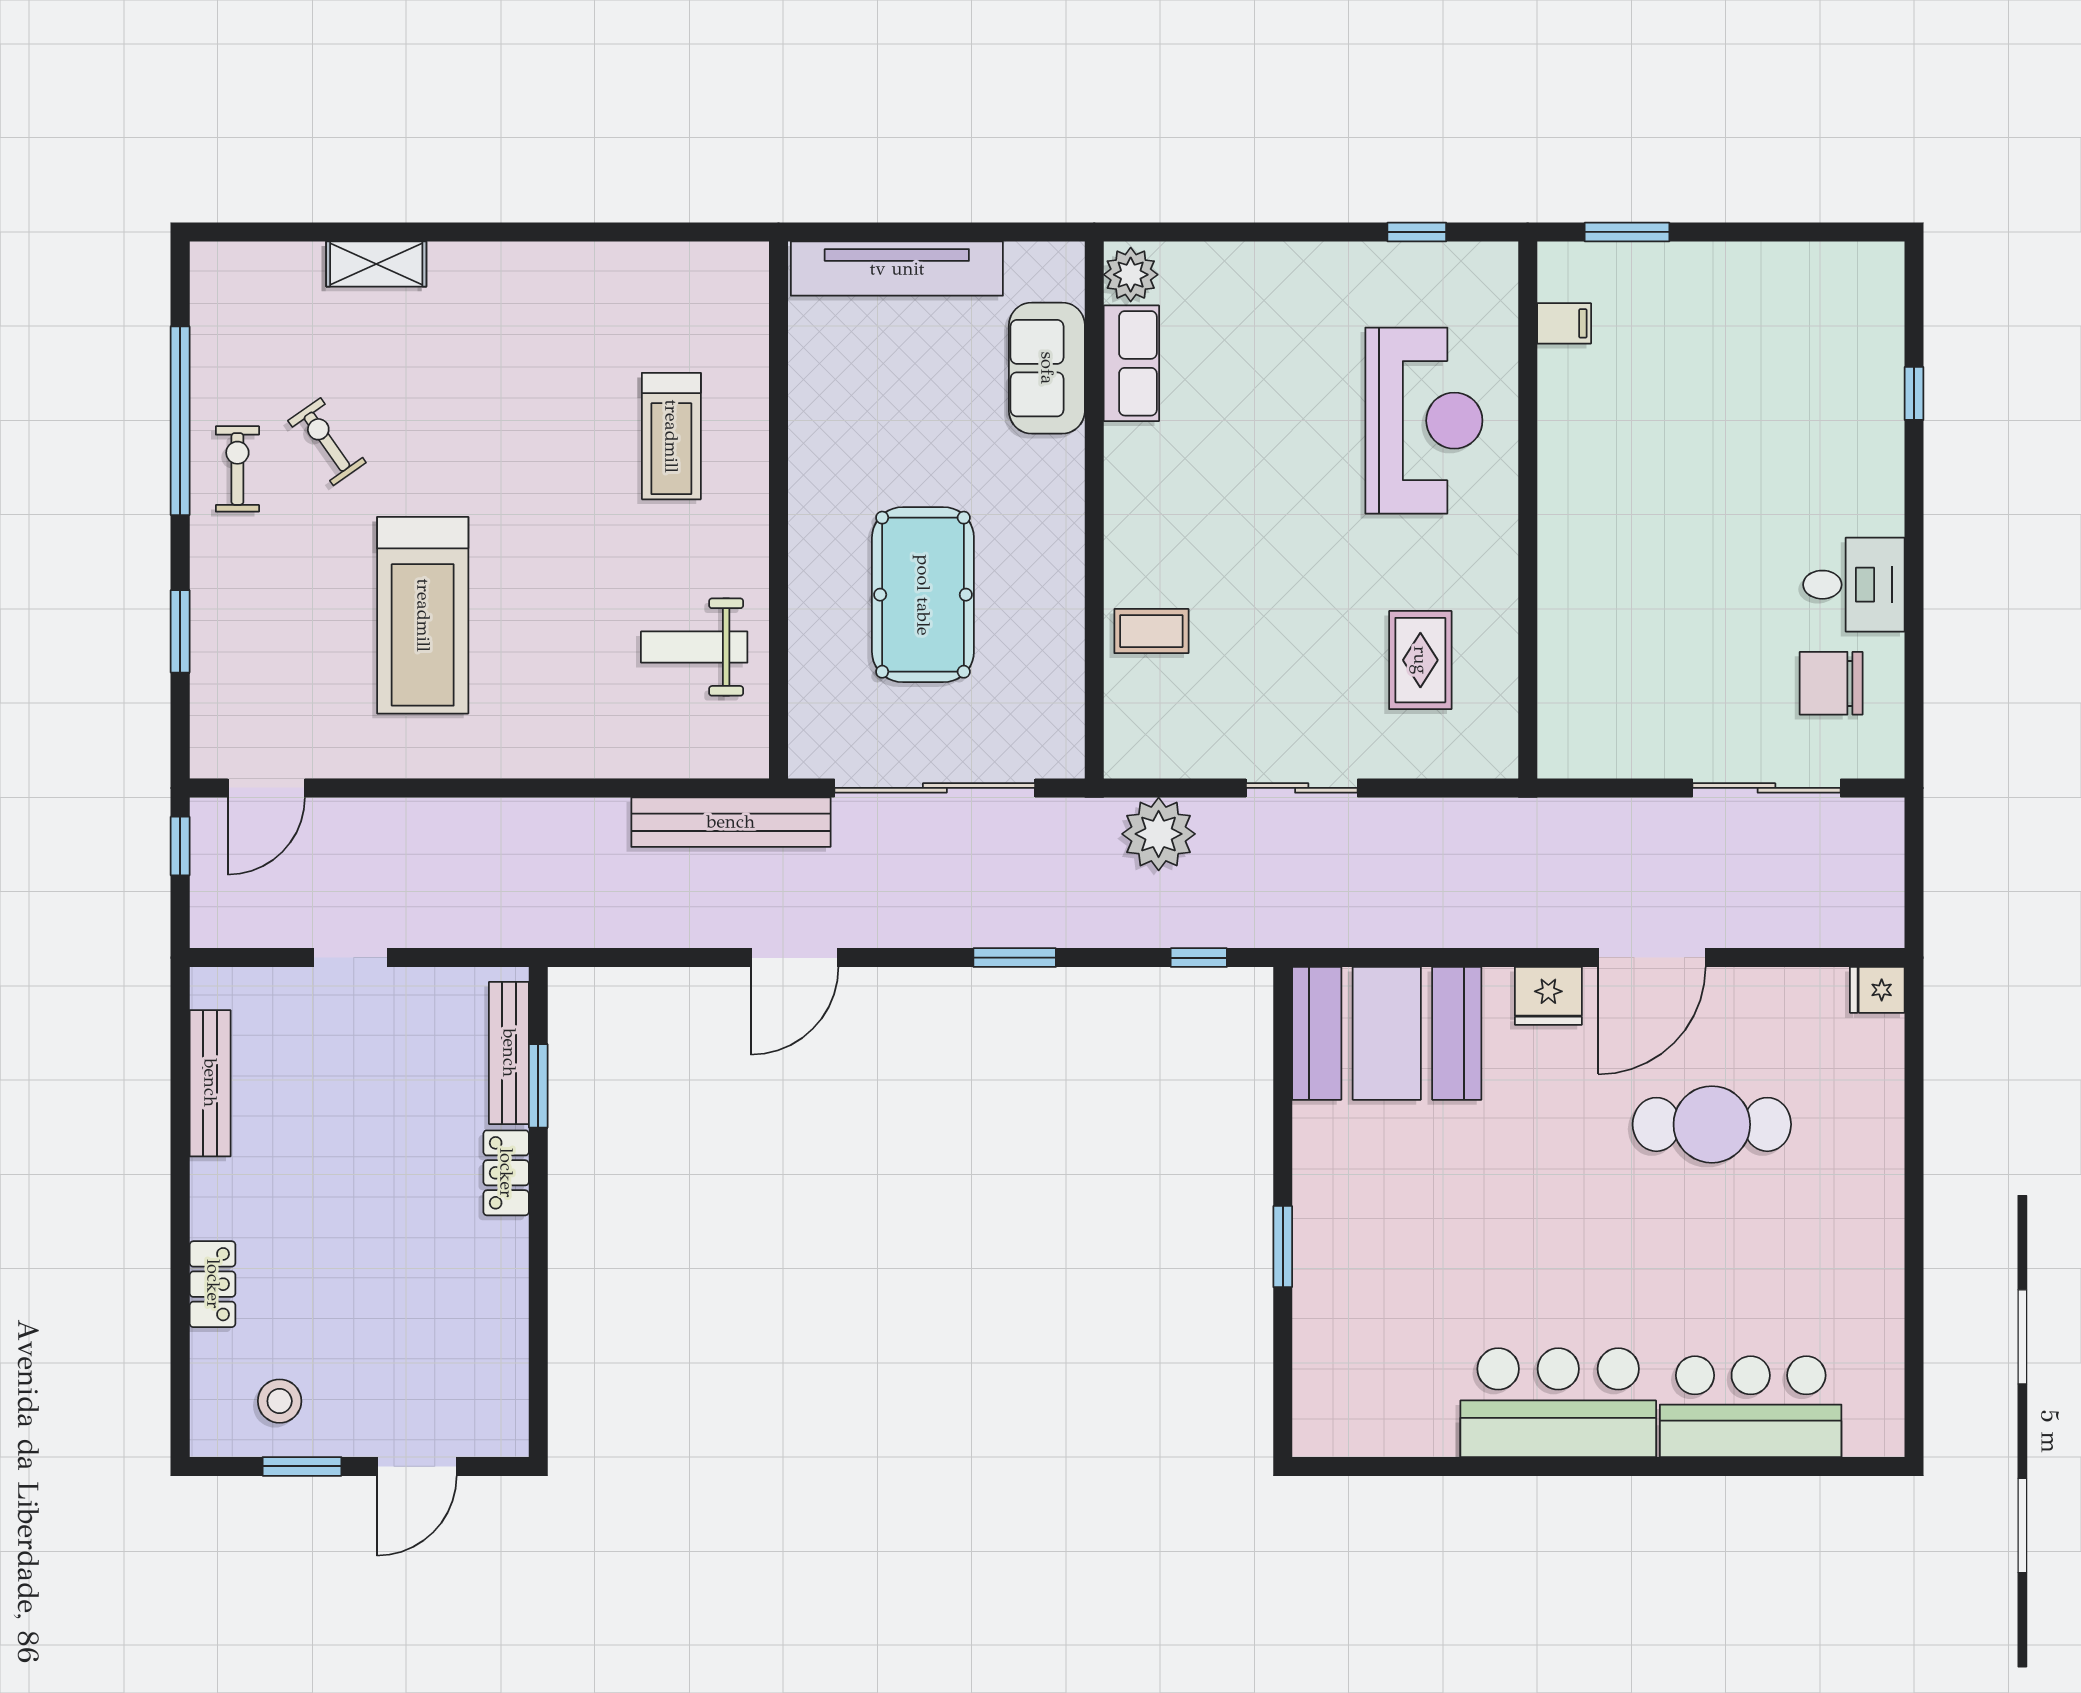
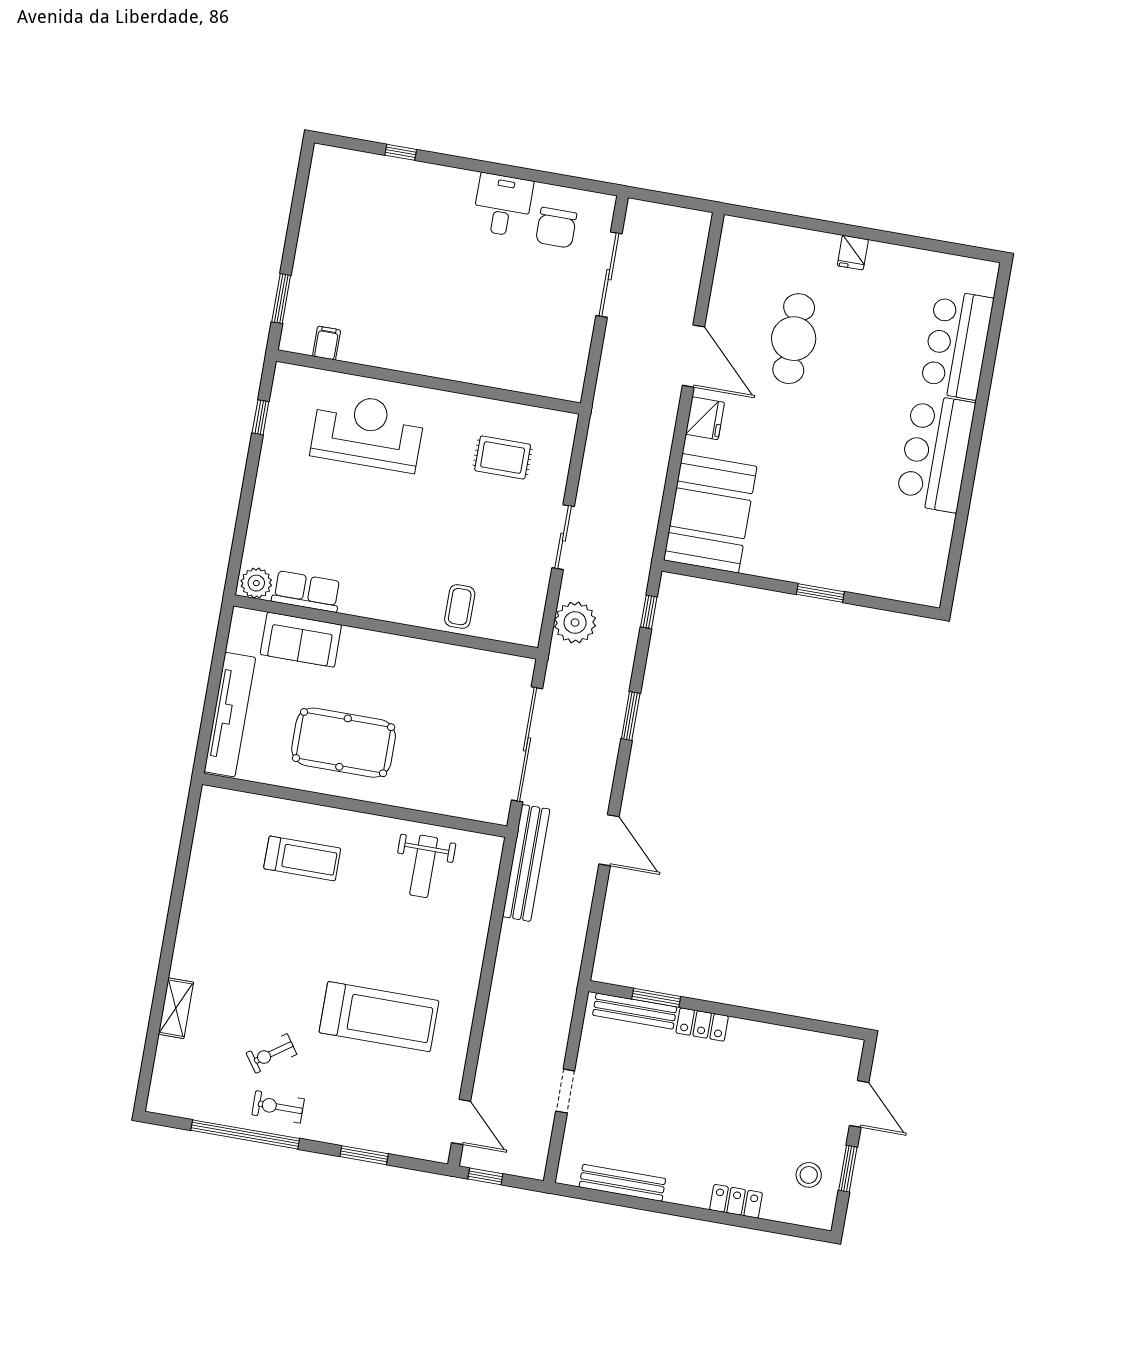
pool table: (923, 595) -> (344, 743), moved
fridge: (1877, 990) -> (853, 253), moved

